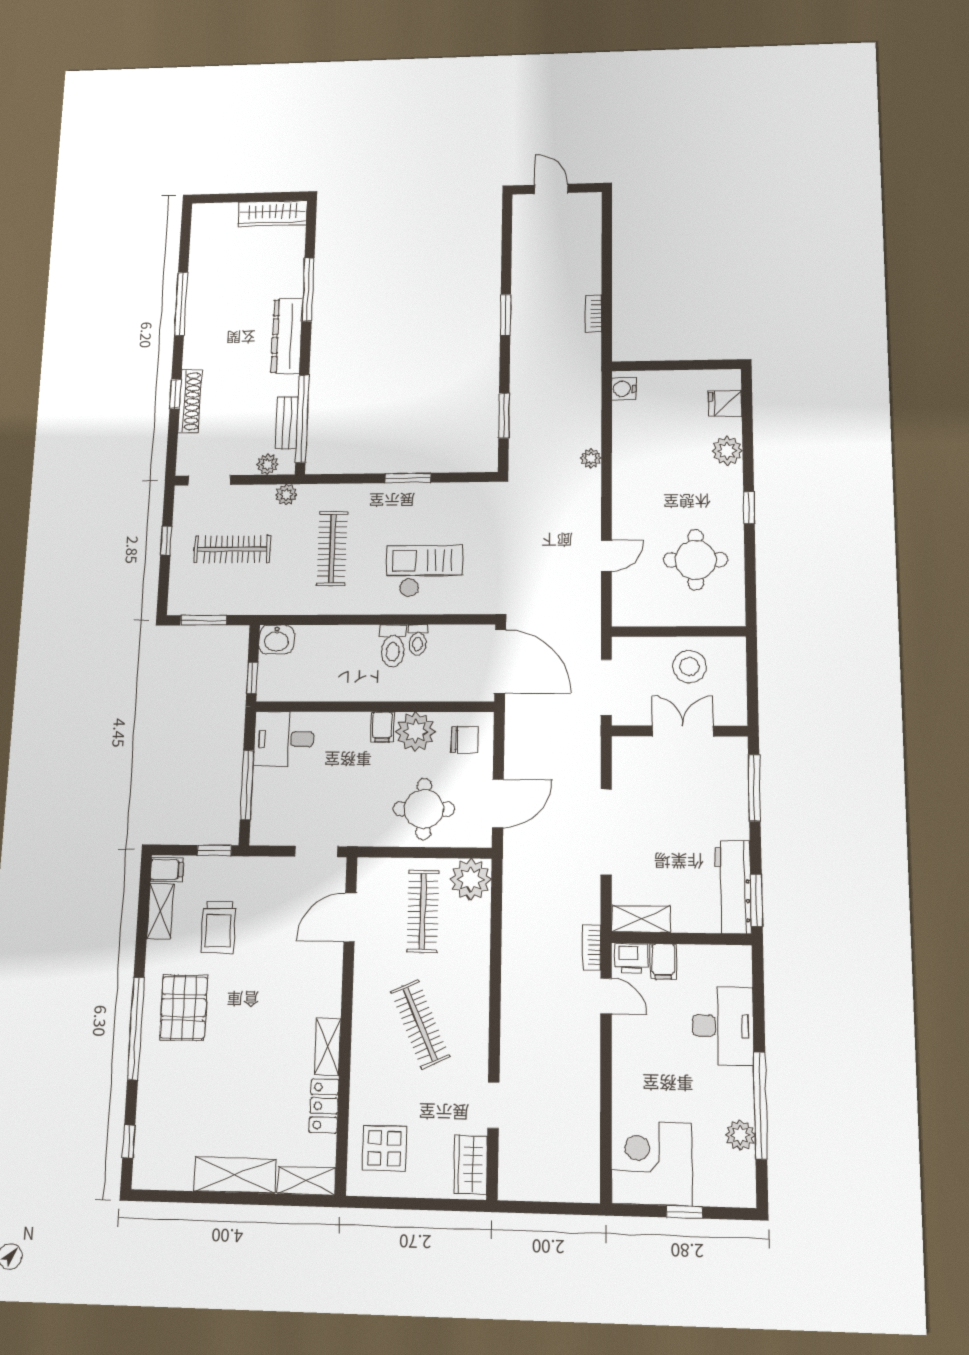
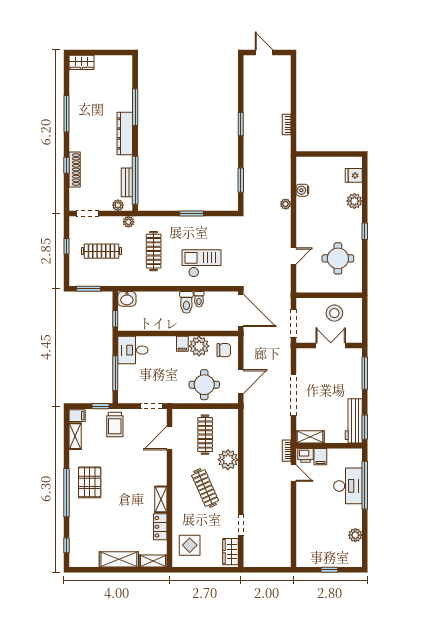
wardrobe: (272, 213) -> (82, 62), moved, width x0.67
water cooler: (624, 389) -> (302, 190), moved
plant: (471, 879) -> (228, 460), moved
trolley: (218, 927) -> (115, 425), moved
window: (760, 1105) -> (365, 485), moved
corner desk: (652, 1163) -> (315, 549), removed

